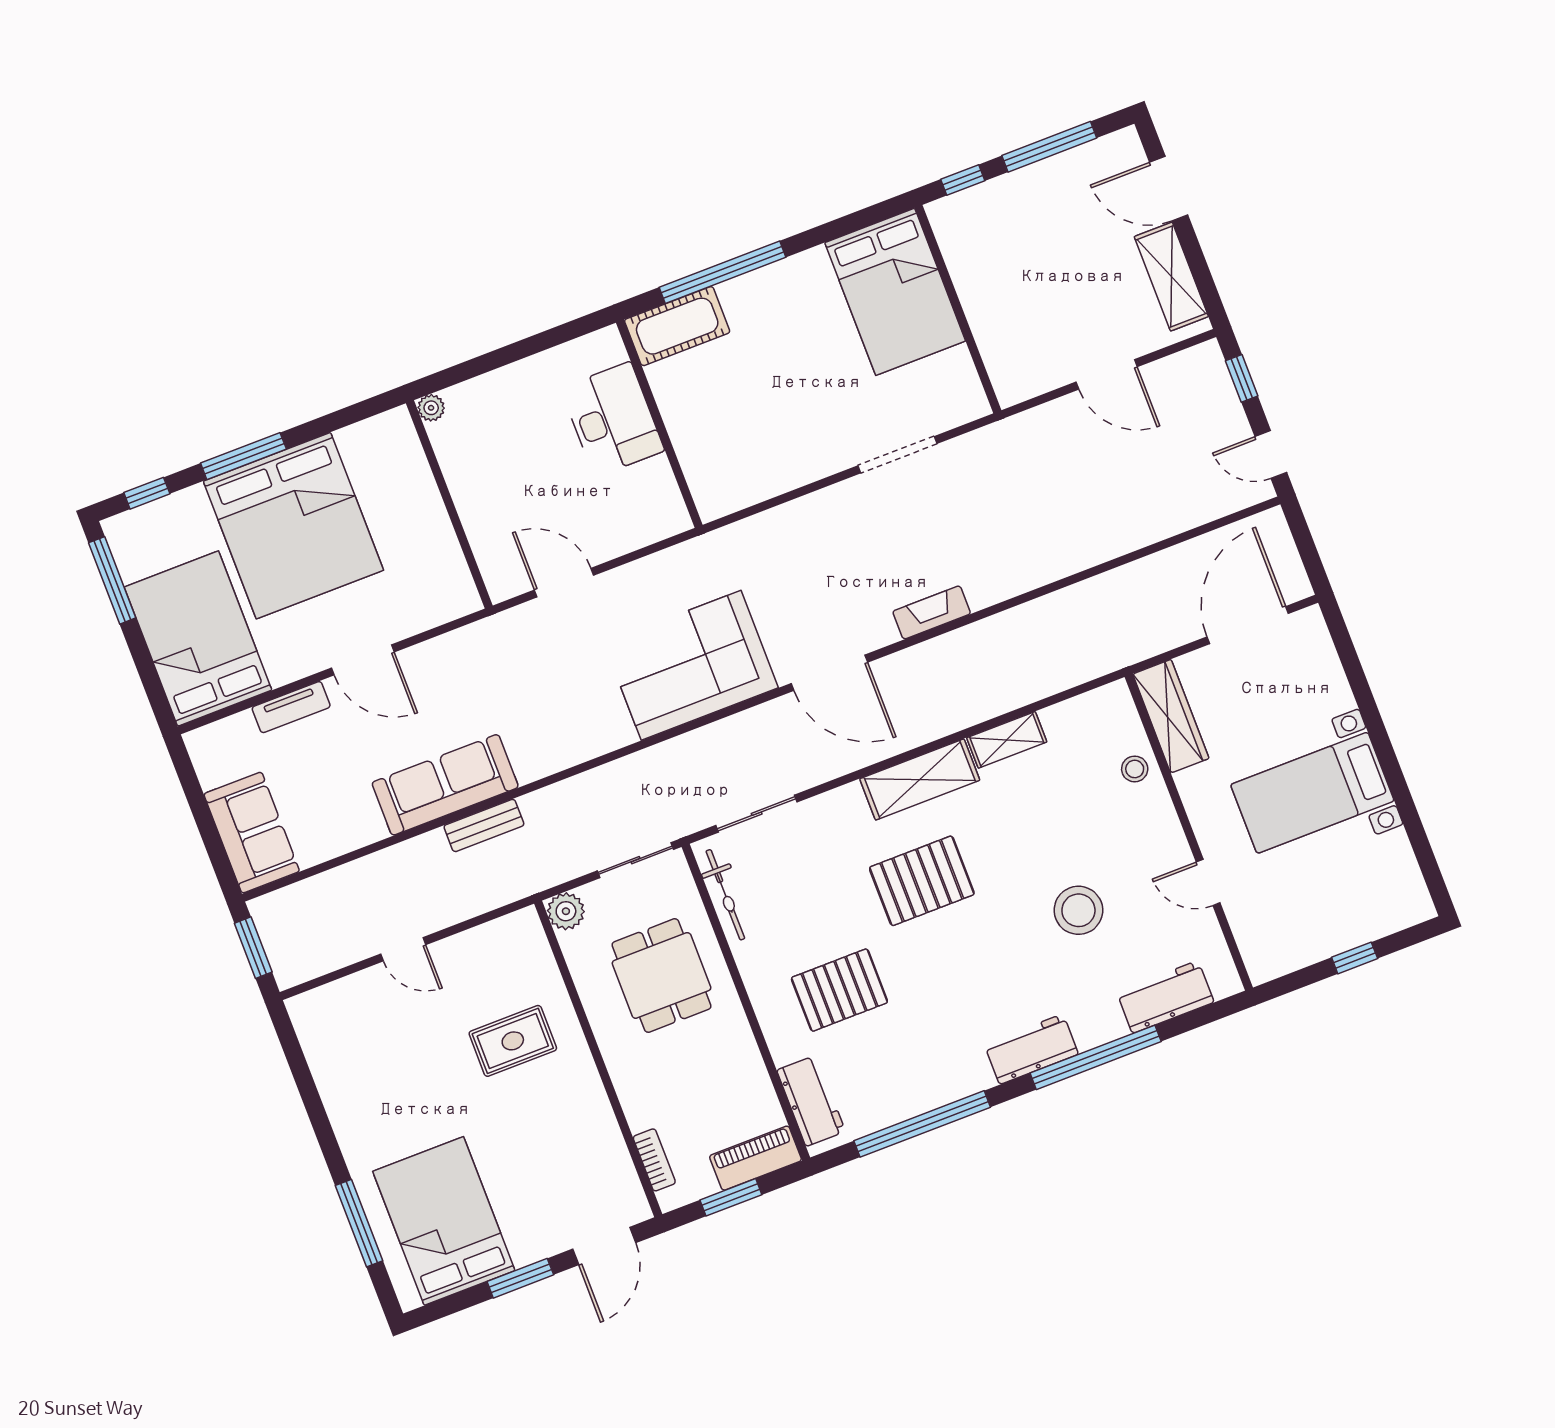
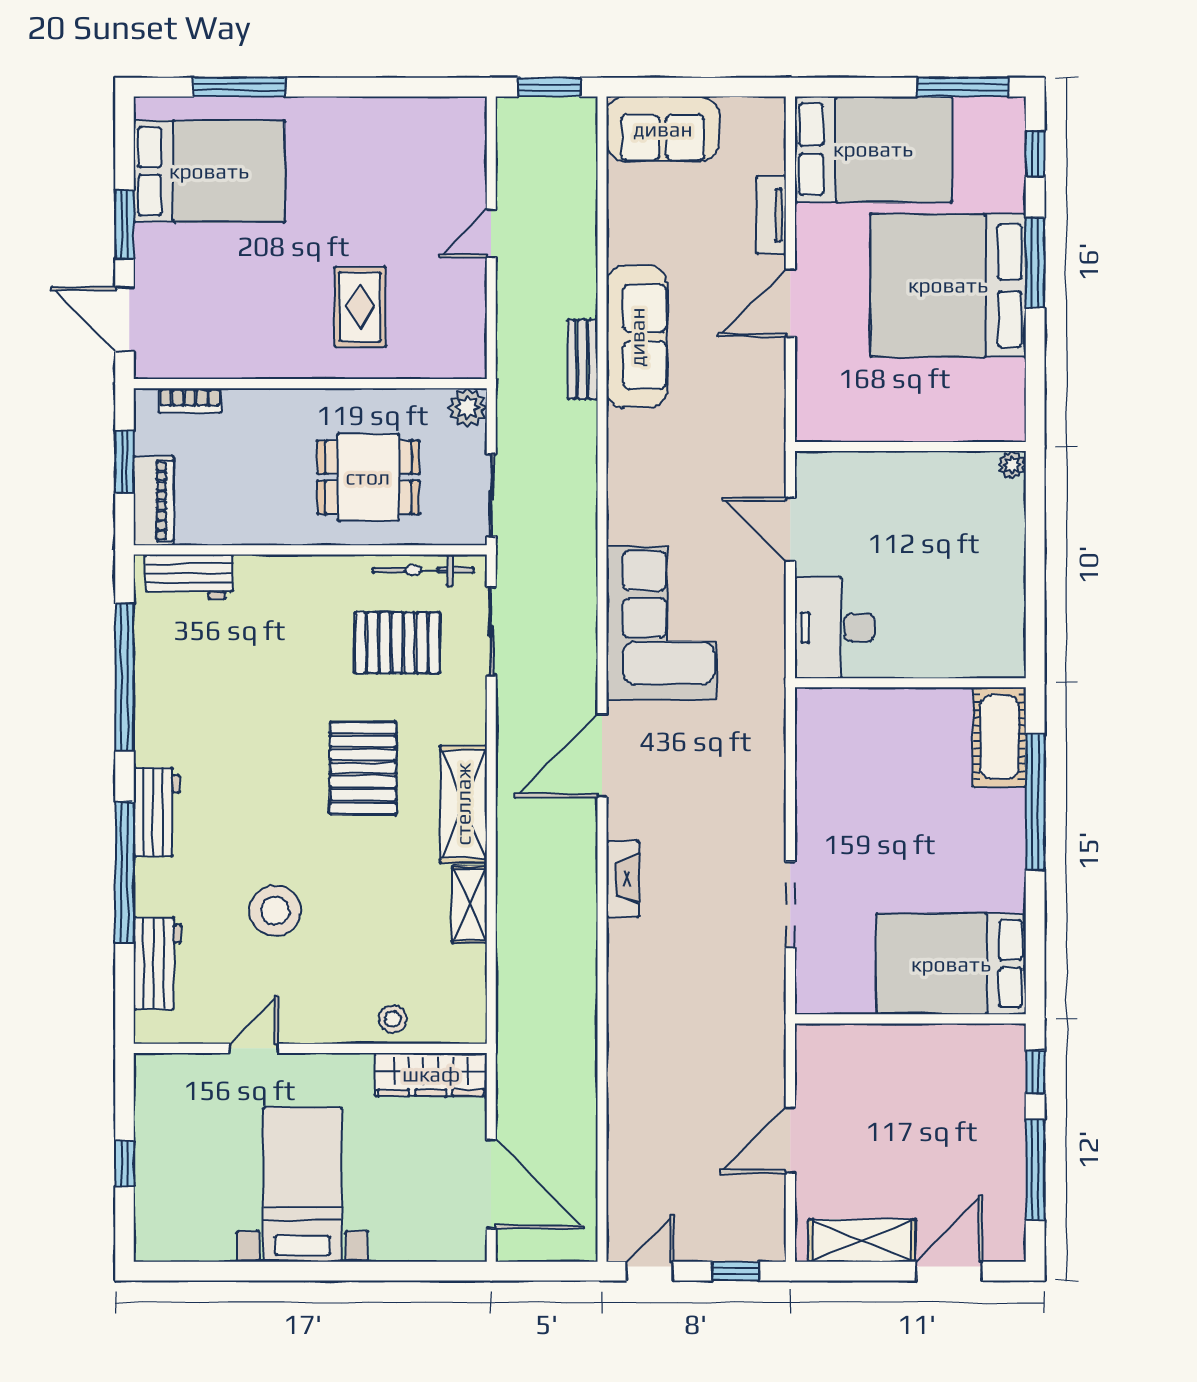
desk: (612, 419) -> (835, 628), moved, turned 90
door: (564, 583) -> (790, 530), swing flipped
pallet: (839, 990) -> (397, 643), moved, turned 90

